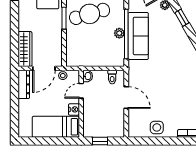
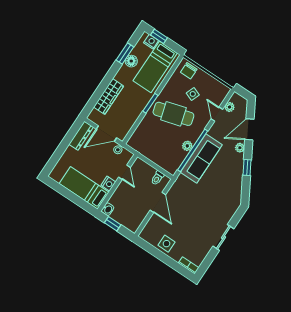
wardrobe: (25, 49) -> (109, 96), moved
washbasin: (88, 76) -> (108, 209), moved
door: (81, 91) -> (125, 172), swing flipped

